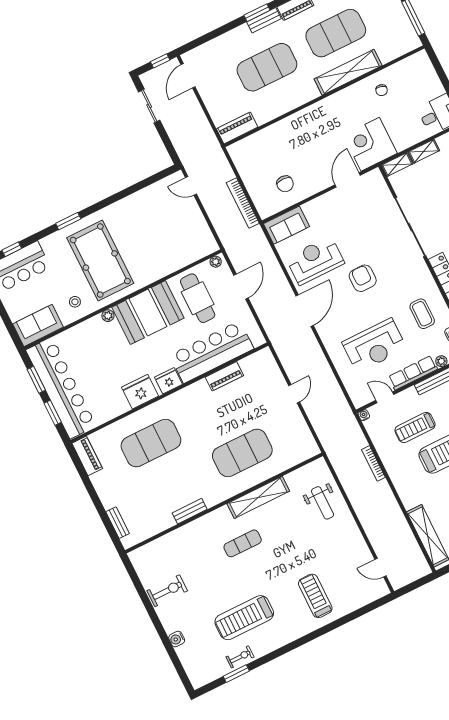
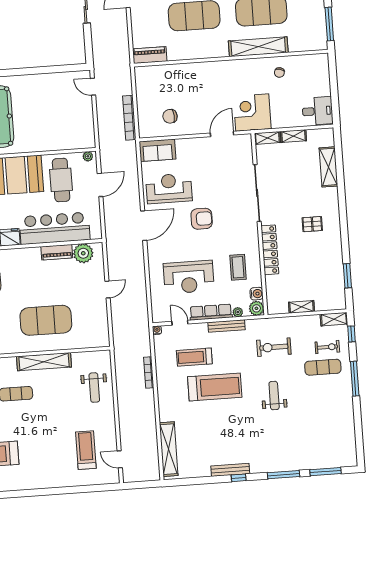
chair: (285, 184) -> (170, 116), turned 85
armchair: (363, 278) -> (202, 219), turned 90
plant: (253, 366) -> (83, 253), added
treadmill: (315, 596) -> (86, 450), moved

